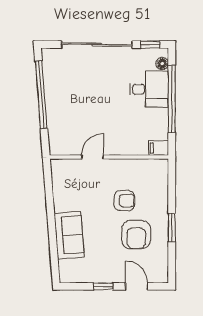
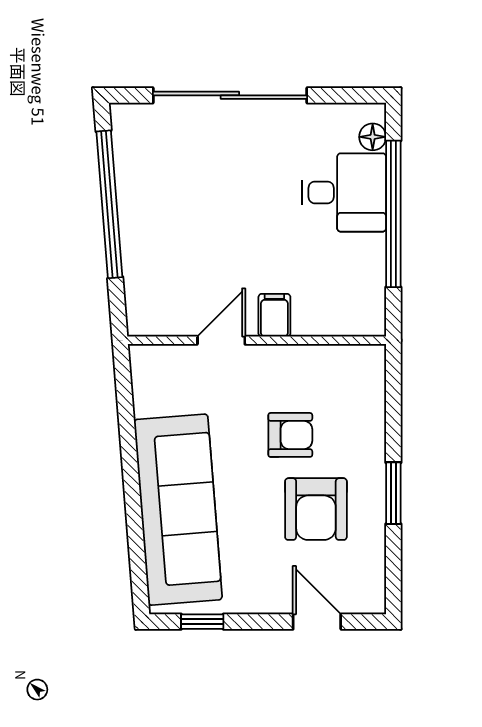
window: (150, 45) -> (346, 95), removed
filing cabinet: (159, 148) -> (274, 315), moved, turned 90
sofa: (69, 235) -> (178, 510), width x1.85, depth x1.27
window: (103, 286) -> (202, 622), moved

